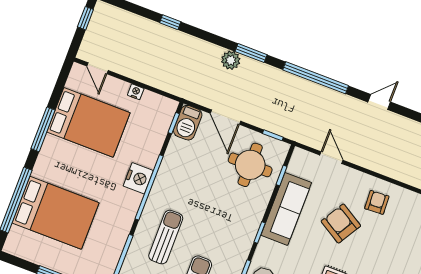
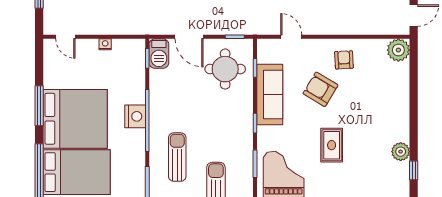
bed: (88, 122) -> (75, 119), moved, width x1.36

